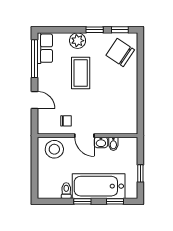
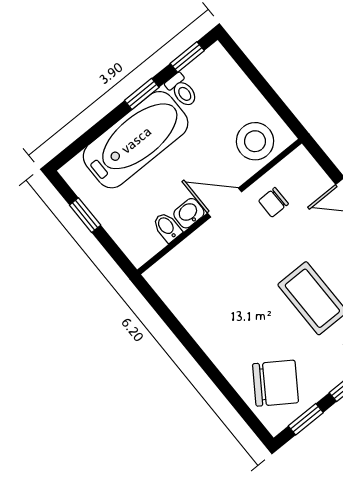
window: (115, 201) -> (187, 57), moved

